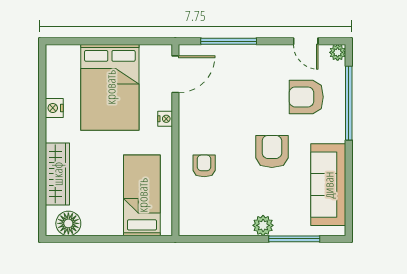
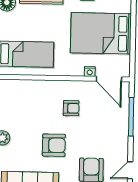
nightstand: (165, 119) -> (90, 72), moved
armchair: (204, 166) -> (71, 108), moved

